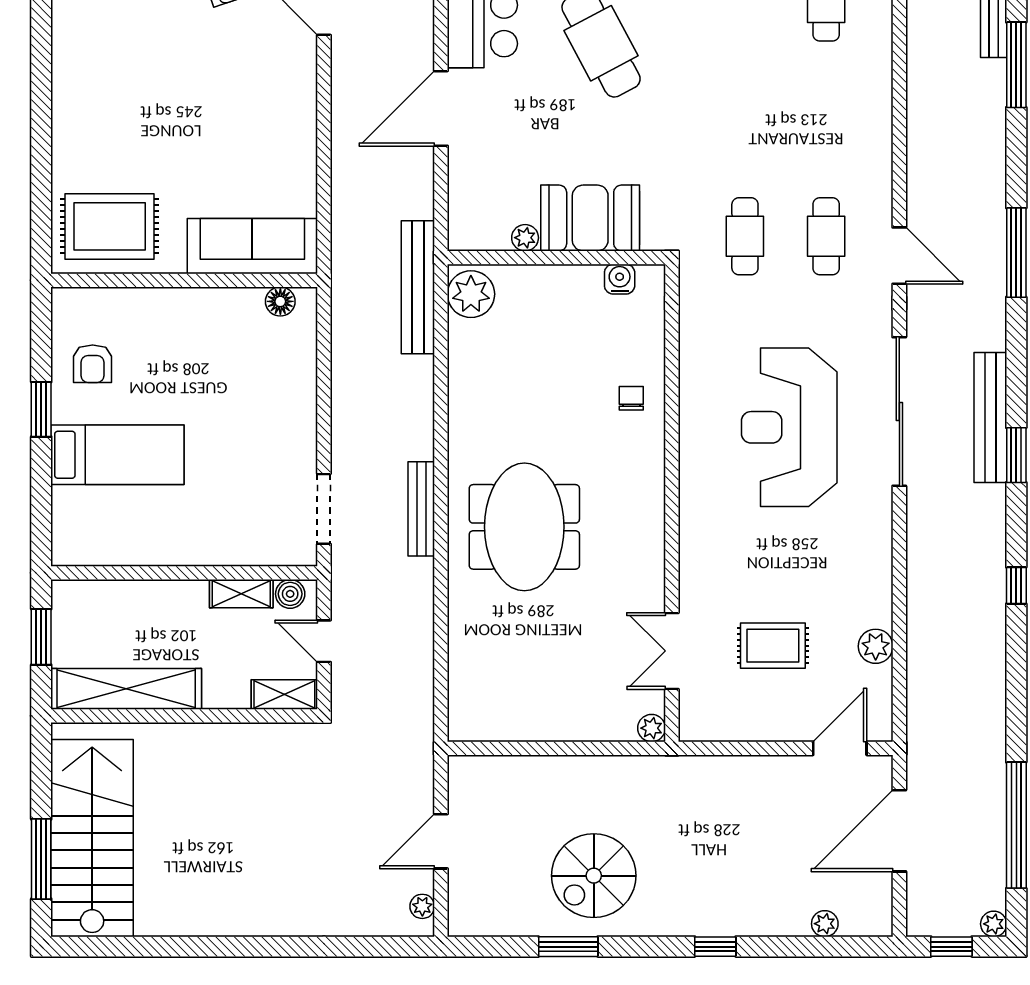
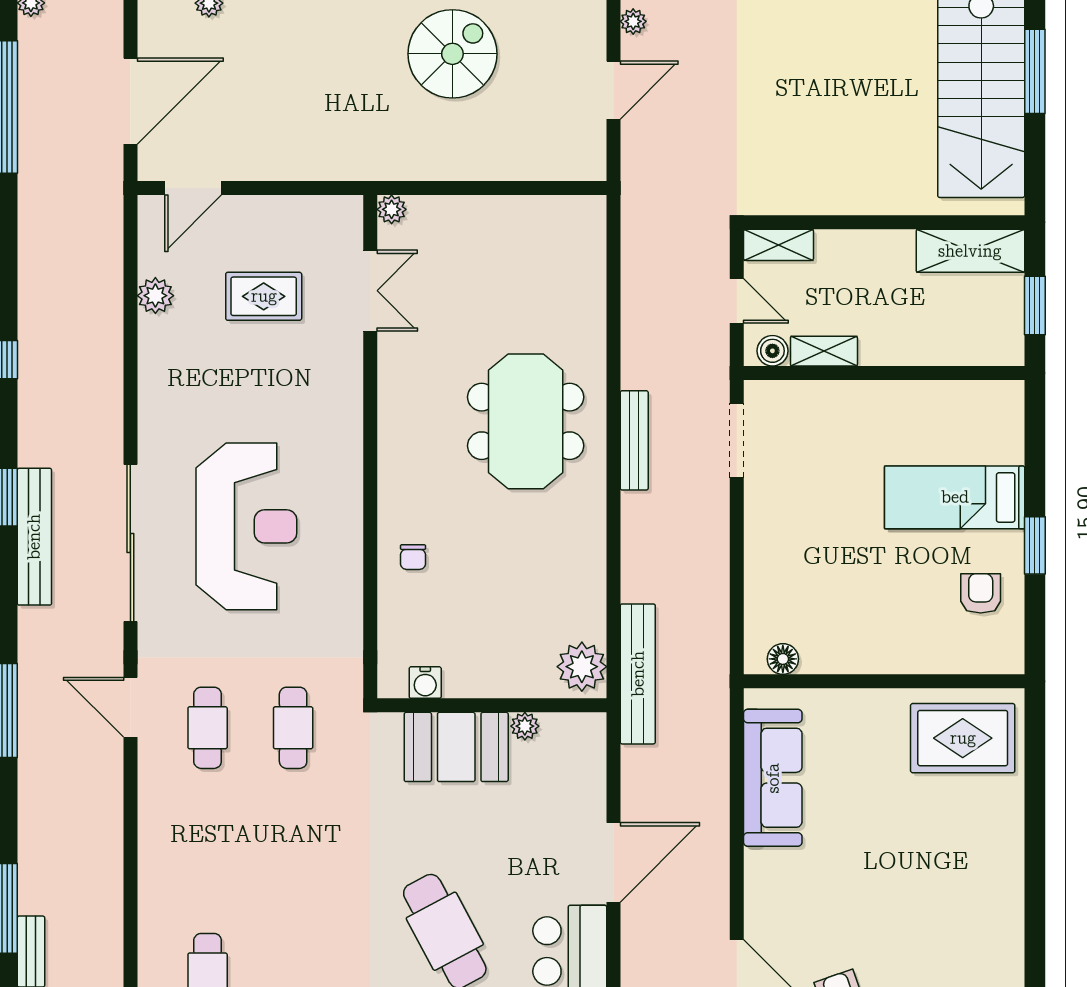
sofa: (252, 246) -> (773, 778), moved, turned -90
shelving: (126, 689) -> (970, 251), width x0.68

